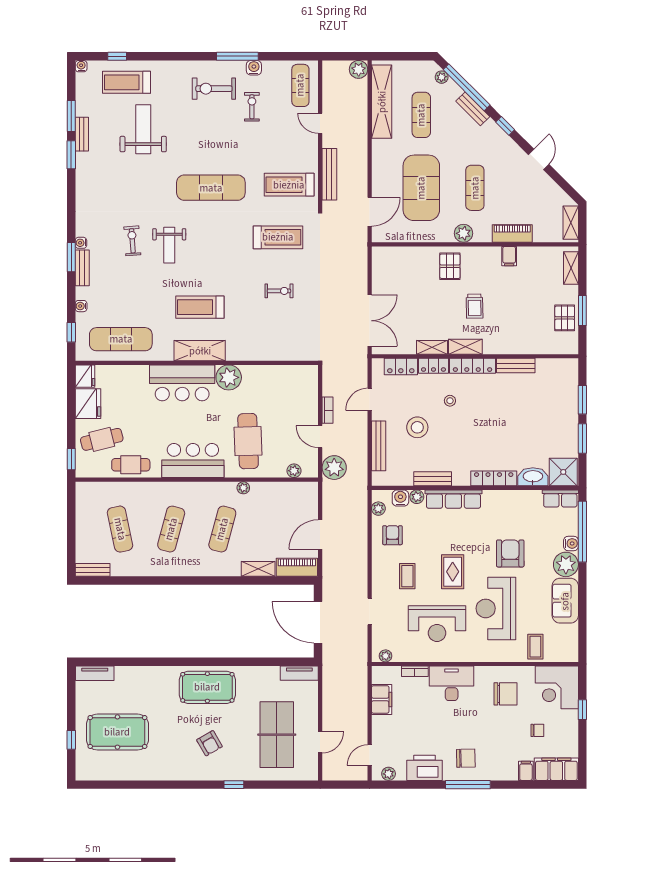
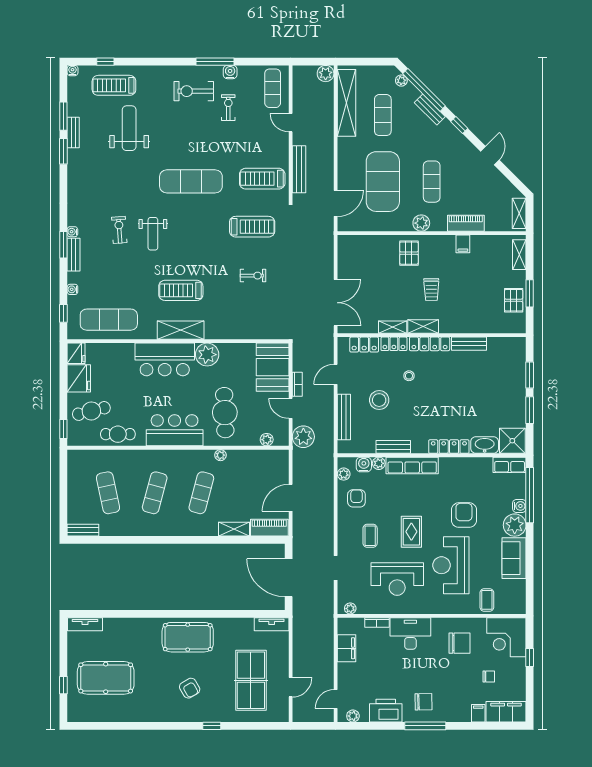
booth: (300, 391) -> (273, 367), added

